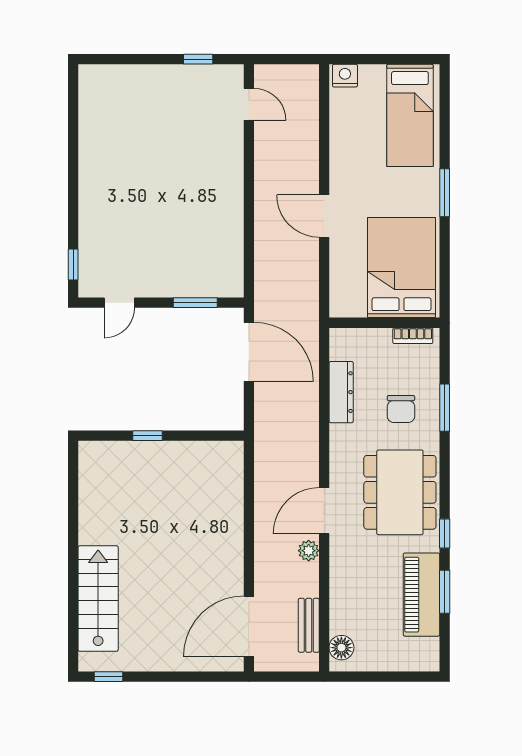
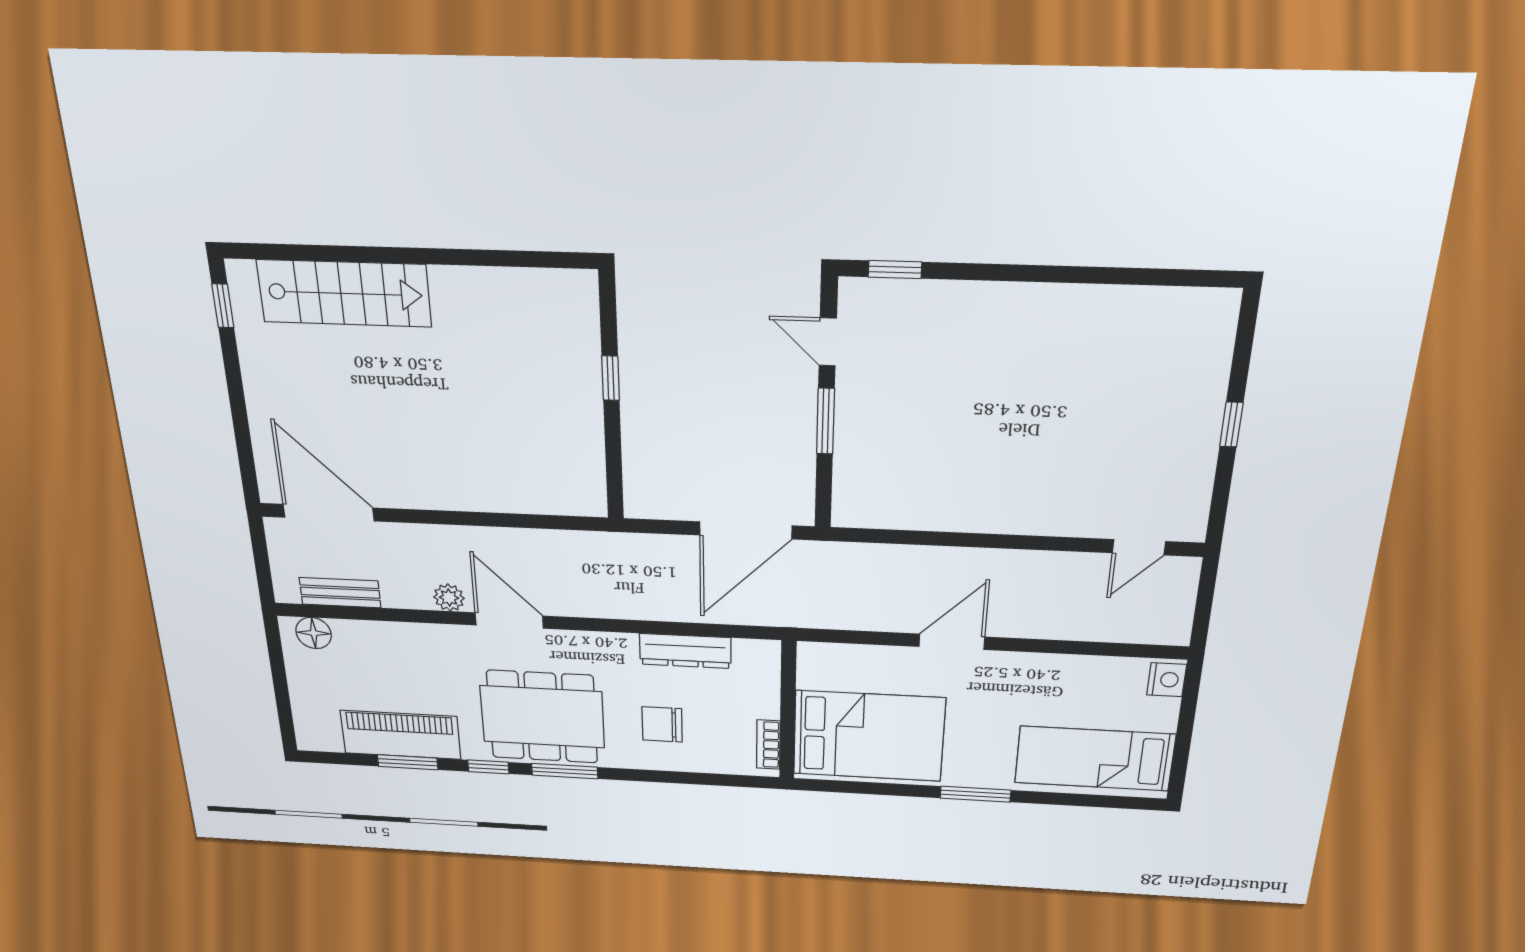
window: (198, 59) -> (1231, 425), moved
window: (195, 303) -> (826, 421), moved
window: (445, 408) -> (565, 771), moved

